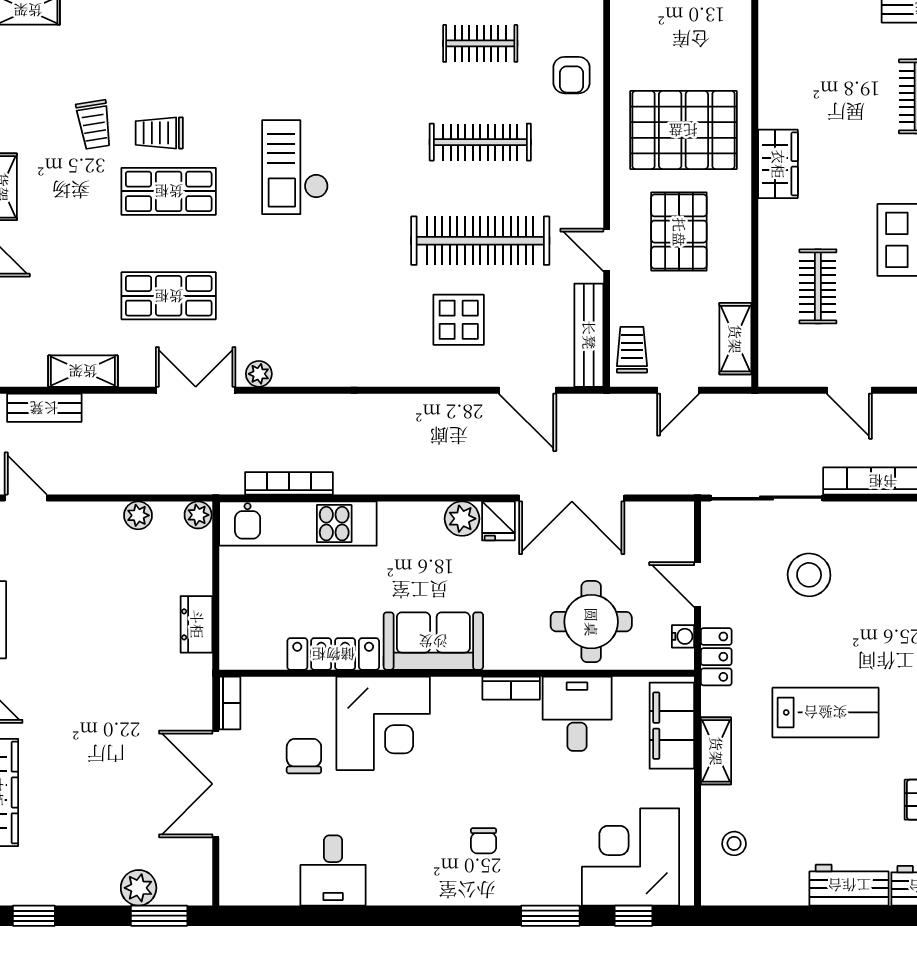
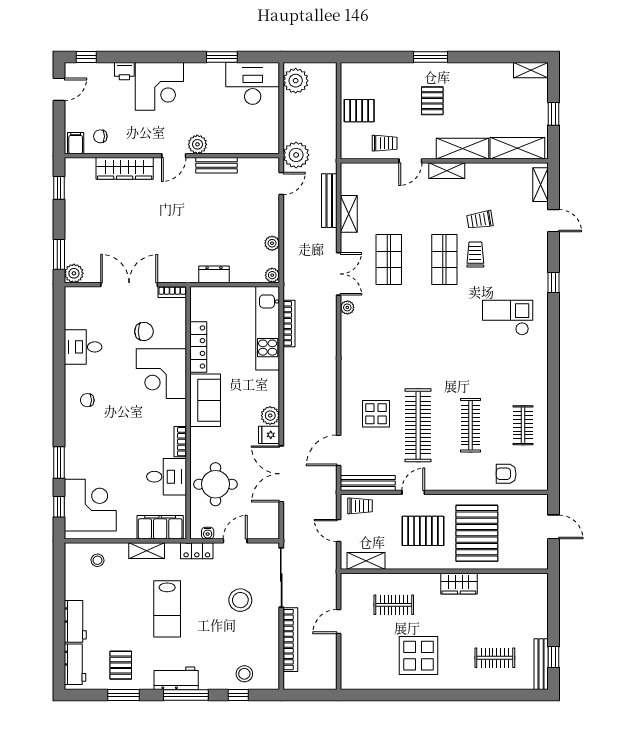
checkout: (295, 167) -> (508, 318), moved
bench: (44, 408) -> (329, 201), width x1.36
chair: (484, 841) -> (87, 400), moved
plant: (139, 888) -> (74, 273), moved

